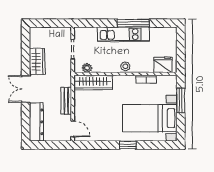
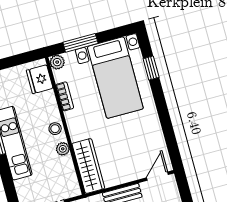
plant: (87, 68) -> (63, 149), moved
plant: (172, 80) -> (57, 62), added
window: (128, 145) -> (151, 68), moved

